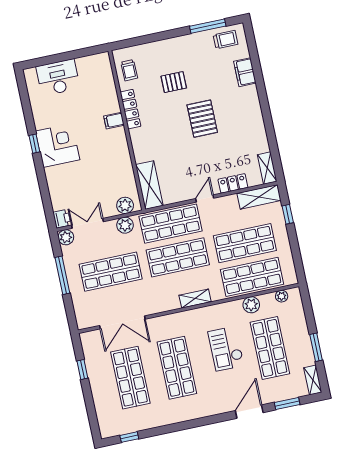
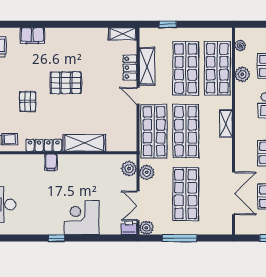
corner desk: (58, 145) -> (82, 218), moved
shelving: (149, 185) -> (84, 143), moved
shelving: (259, 197) -> (147, 66), moved

